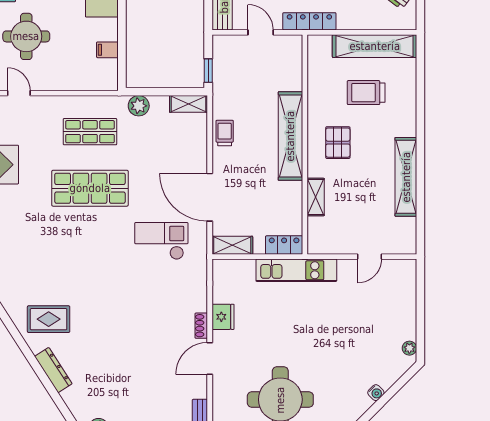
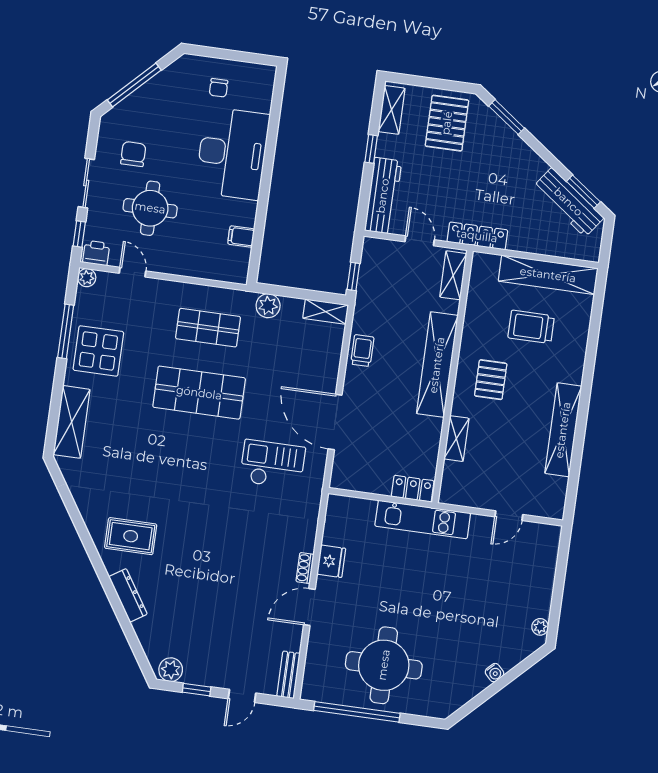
shelving: (232, 245) -> (453, 275), moved, turned 90

